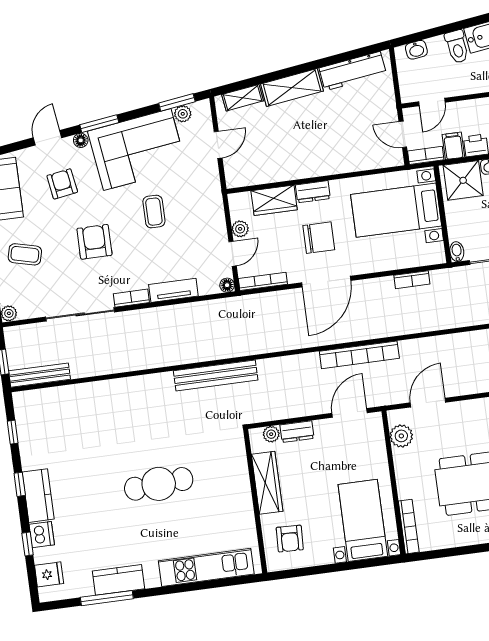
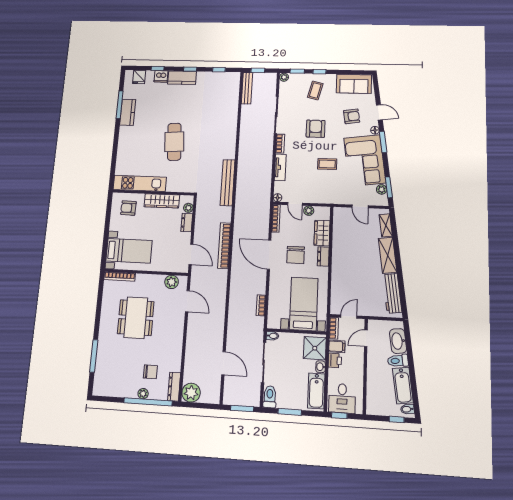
washbasin: (416, 50) -> (398, 341), width x1.91, depth x1.45
door: (432, 102) -> (366, 338), hinge flipped
armchair: (94, 242) -> (316, 129), turned -90
bookcase: (359, 355) -> (224, 246), moved
kitchen unit: (206, 567) -> (140, 183), moved, turned -90

